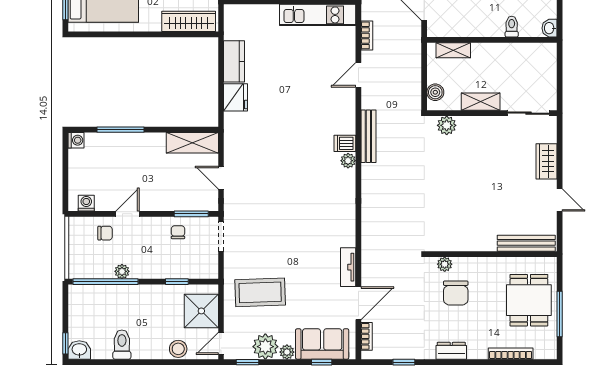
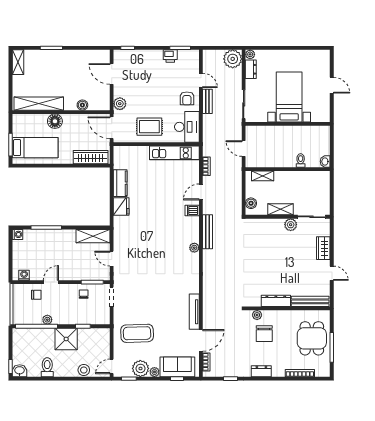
plant: (447, 125) -> (291, 225), moved
dishwasher: (345, 143) -> (192, 211), moved
dresser: (474, 243) -> (276, 301), added
tv unit: (348, 267) -> (194, 312), width x1.41
shower: (201, 311) -> (66, 339), moved

